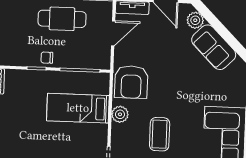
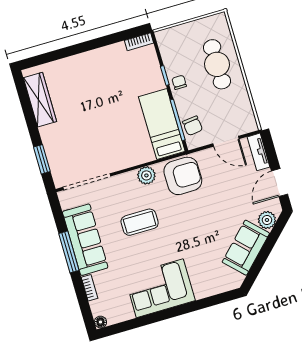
cafe table: (62, 19) -> (217, 64), moved
chair: (89, 58) -> (193, 126), added
armchair: (131, 82) -> (183, 176), turned 180
bed: (78, 108) -> (162, 124), moved

